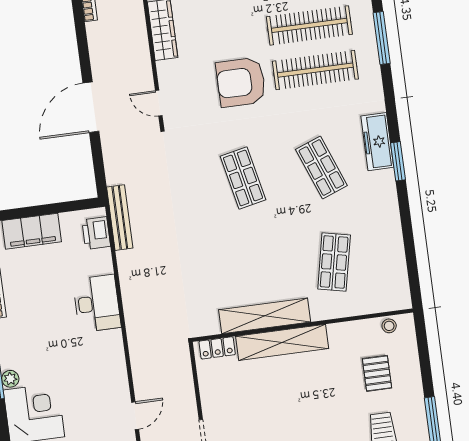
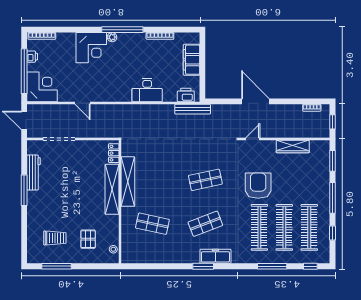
pallet: (377, 373) -> (88, 239), turned 90

